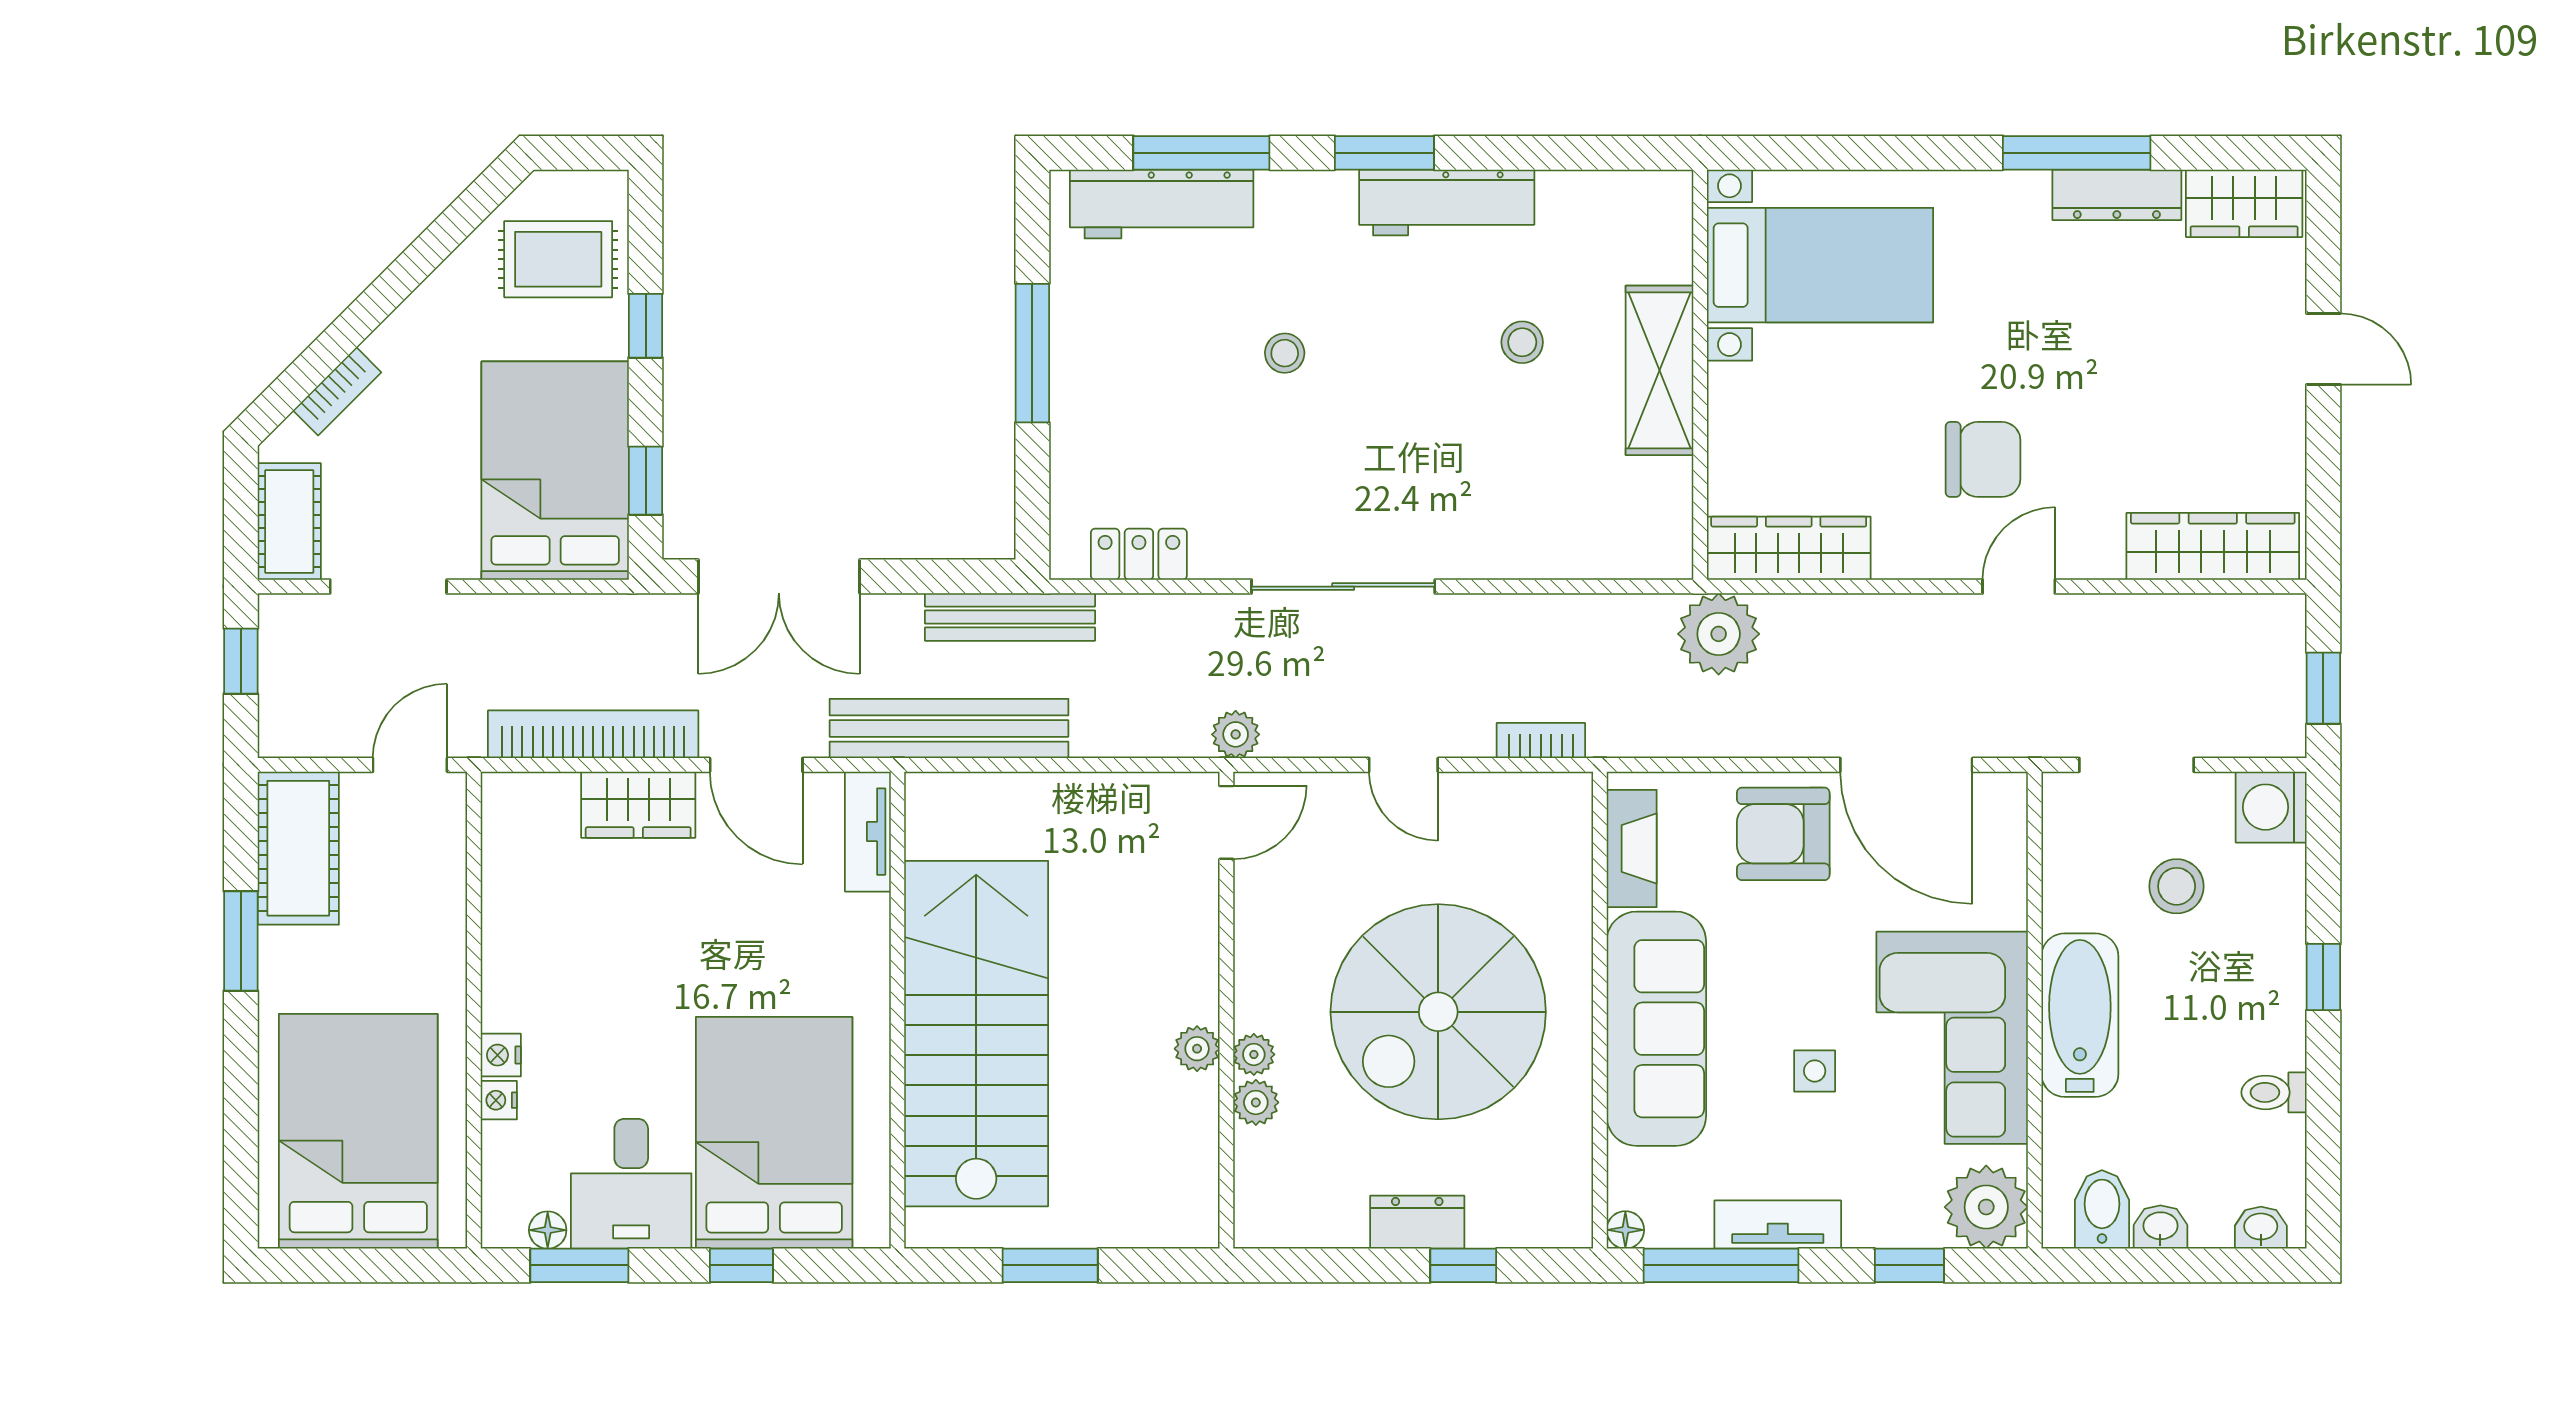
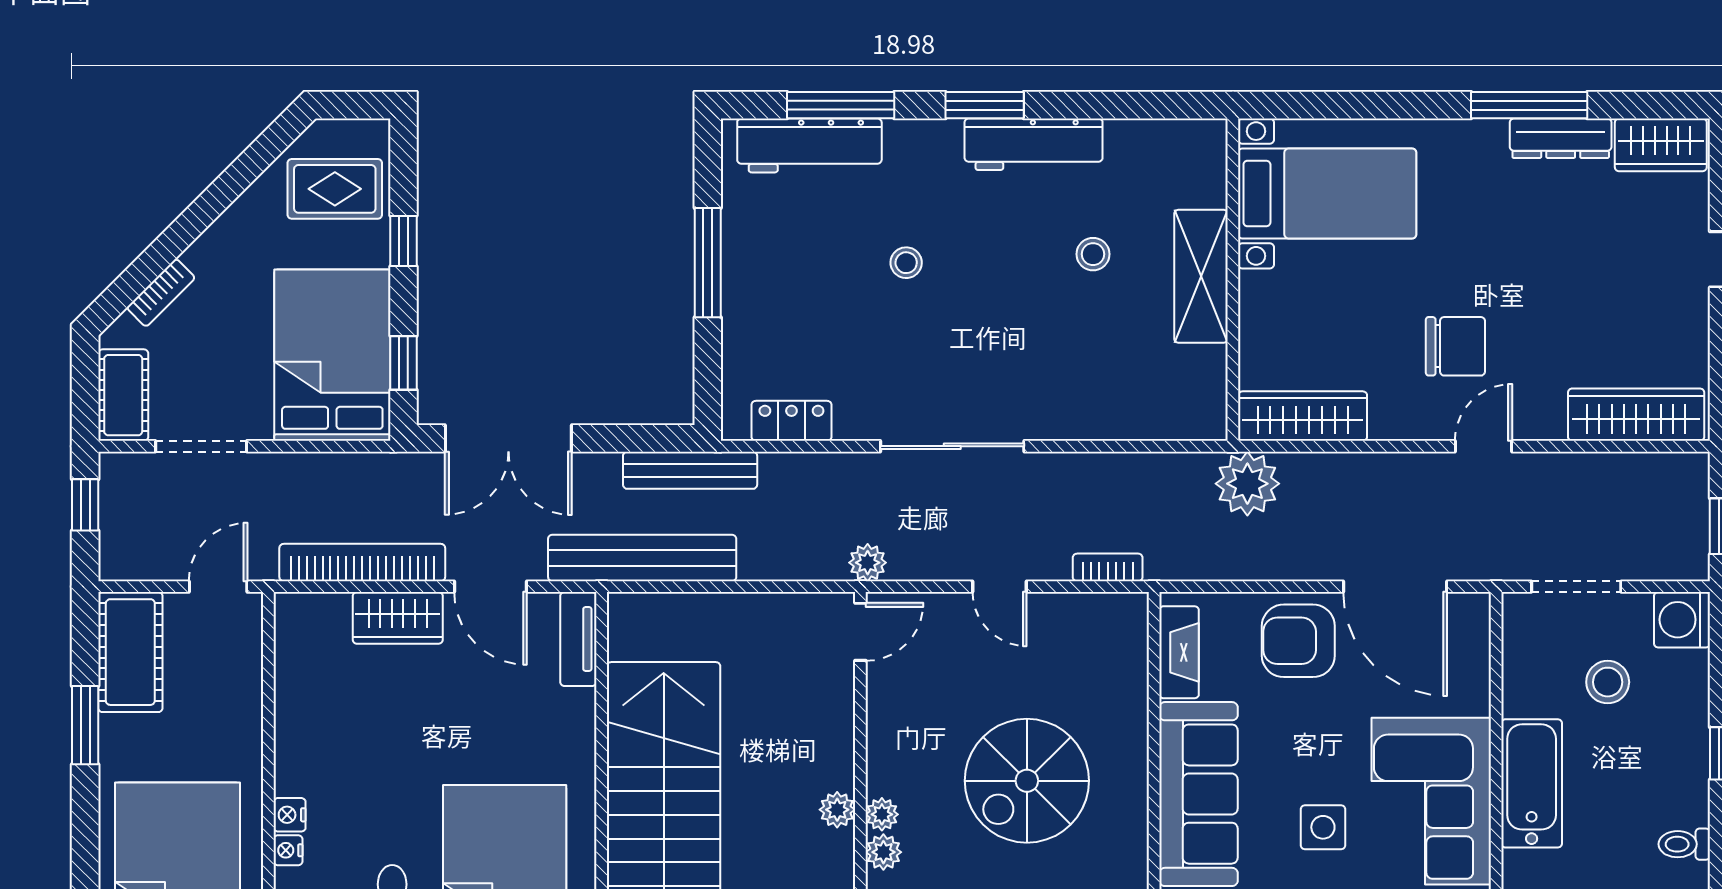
spiral stairs: (1438, 1012) -> (1027, 781), width x0.73, depth x0.73
side table: (1815, 1071) -> (1323, 827), width x1.37, depth x1.37

